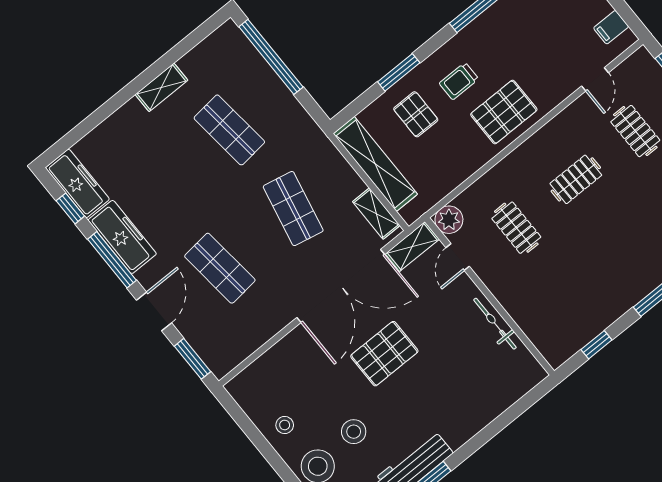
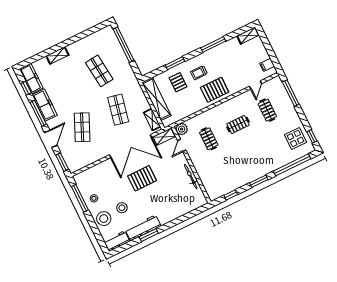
shelving: (161, 87) -> (57, 56), moved
shop shelf: (220, 268) -> (82, 127), turned 30
window: (252, 432) -> (80, 198), added

